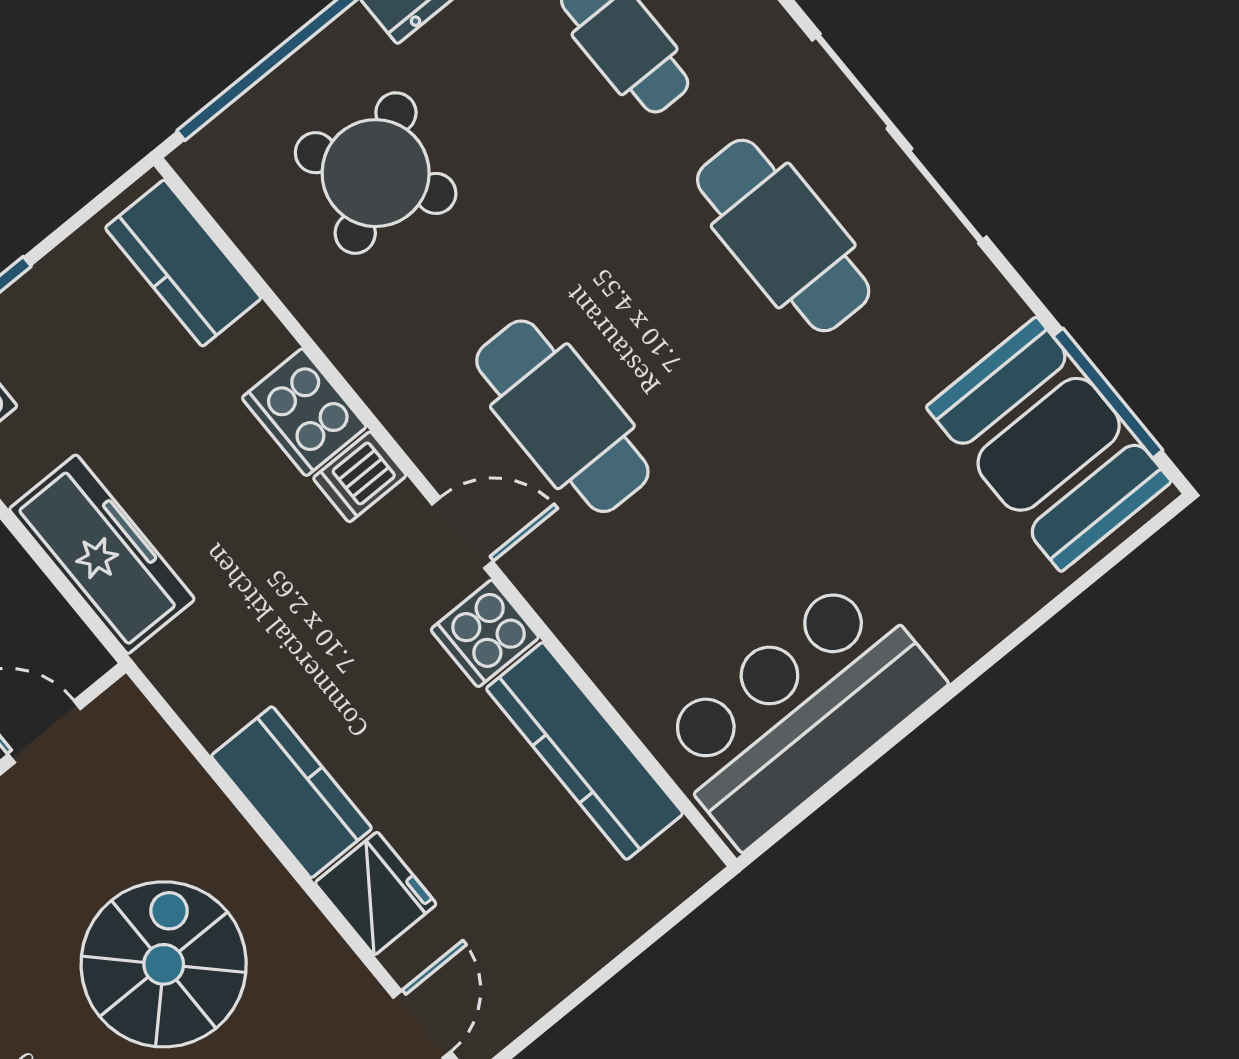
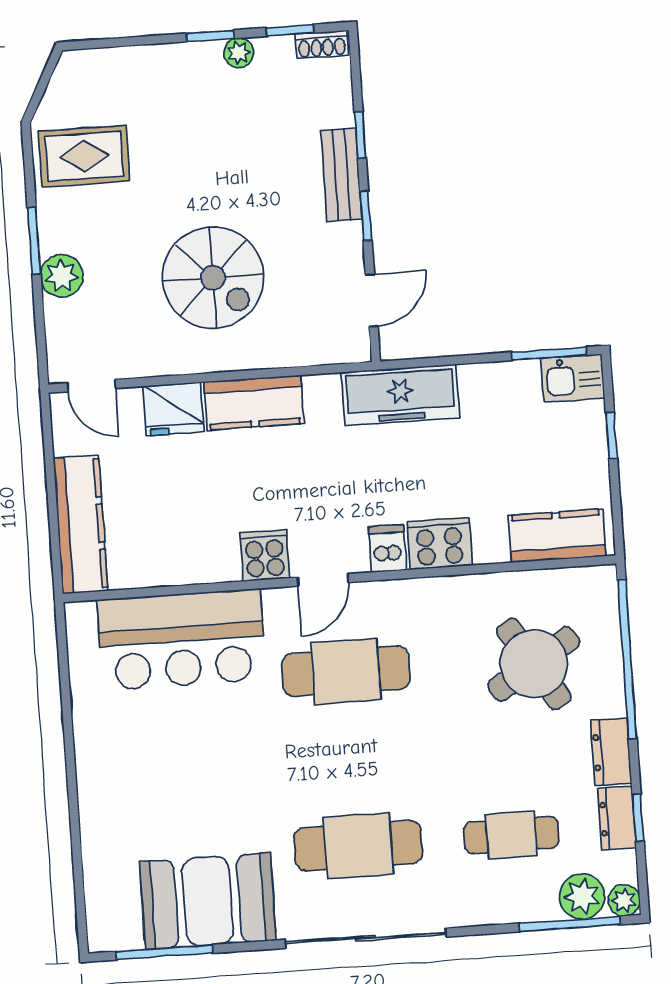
booth: (1049, 444) -> (208, 901), moved
freezer: (102, 554) -> (400, 395), moved
bar counter: (799, 711) -> (181, 640), moved, turned 90
kitchen counter: (585, 751) -> (81, 525), moved, turned 90

